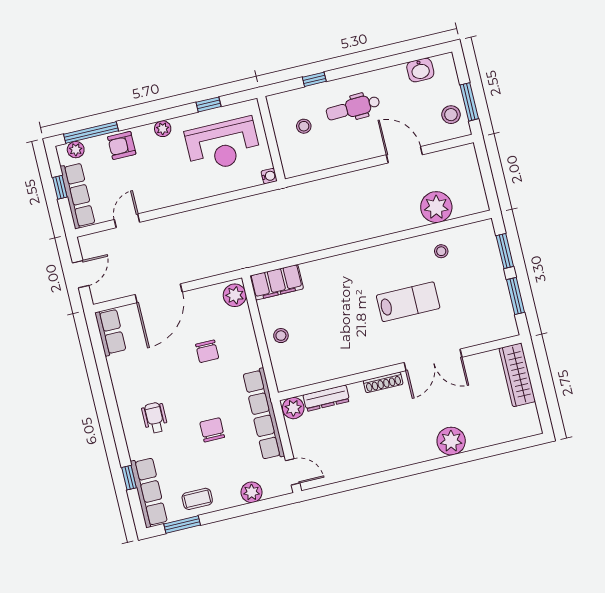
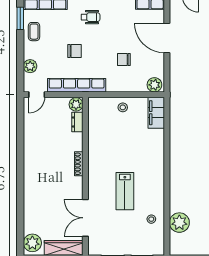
double door: (433, 360) -> (85, 218), moved
dresser: (326, 398) -> (77, 122), width x0.70
plant: (451, 441) -> (32, 243), moved

